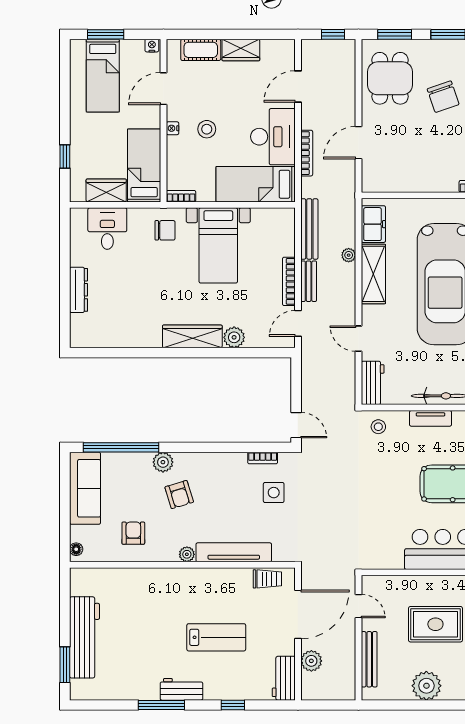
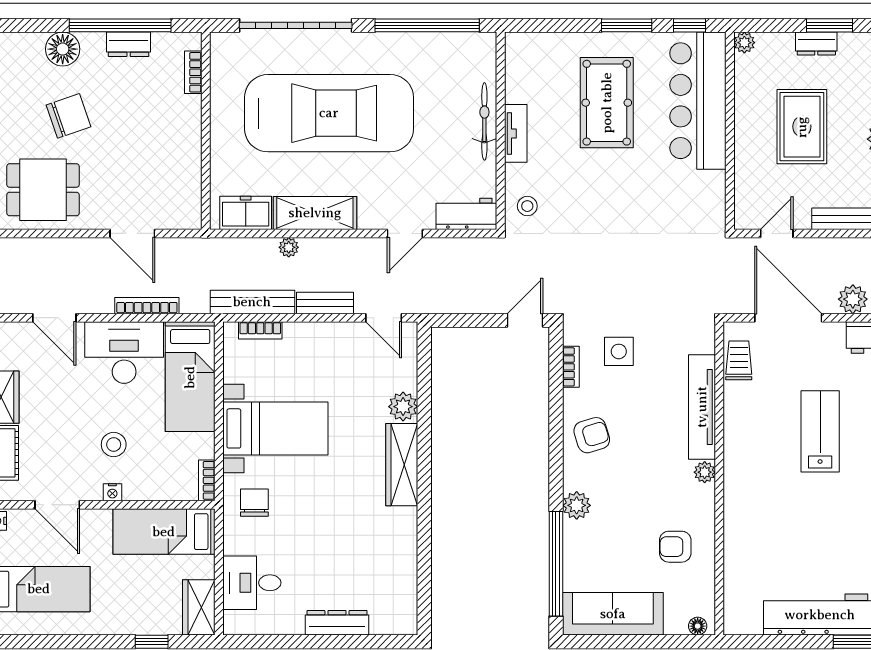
wardrobe: (106, 190) -> (199, 607), moved
bookcase: (289, 281) -> (260, 330), moved, width x0.64
armchair: (179, 495) -> (592, 435), moved

